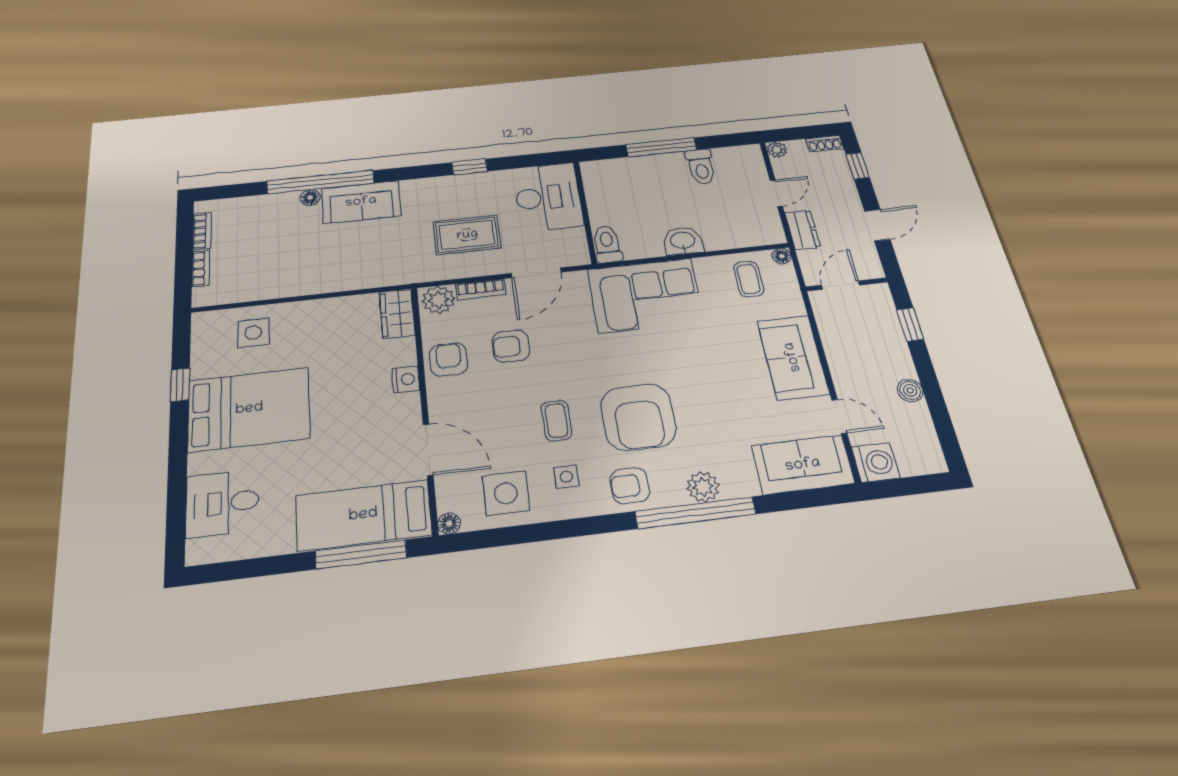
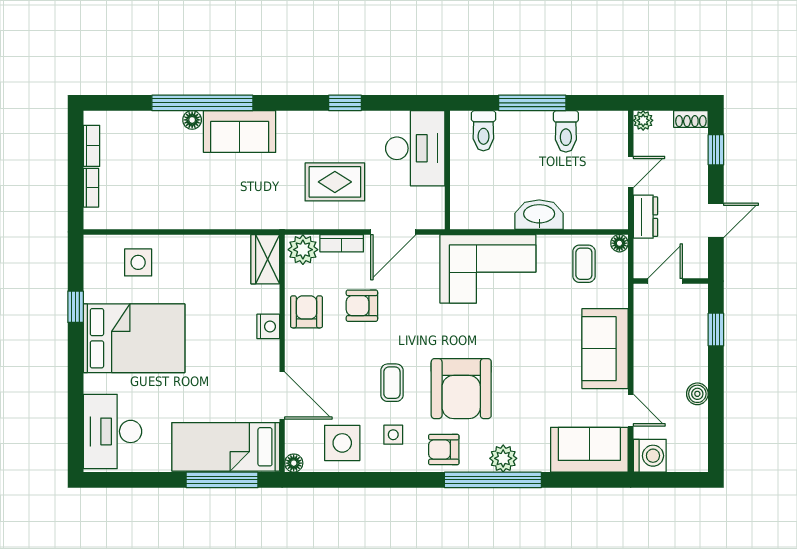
washbasin: (683, 241) -> (539, 215), width x1.38
toilet: (607, 244) -> (483, 131), moved, turned 180
desk: (222, 503) -> (112, 431), width x1.37

